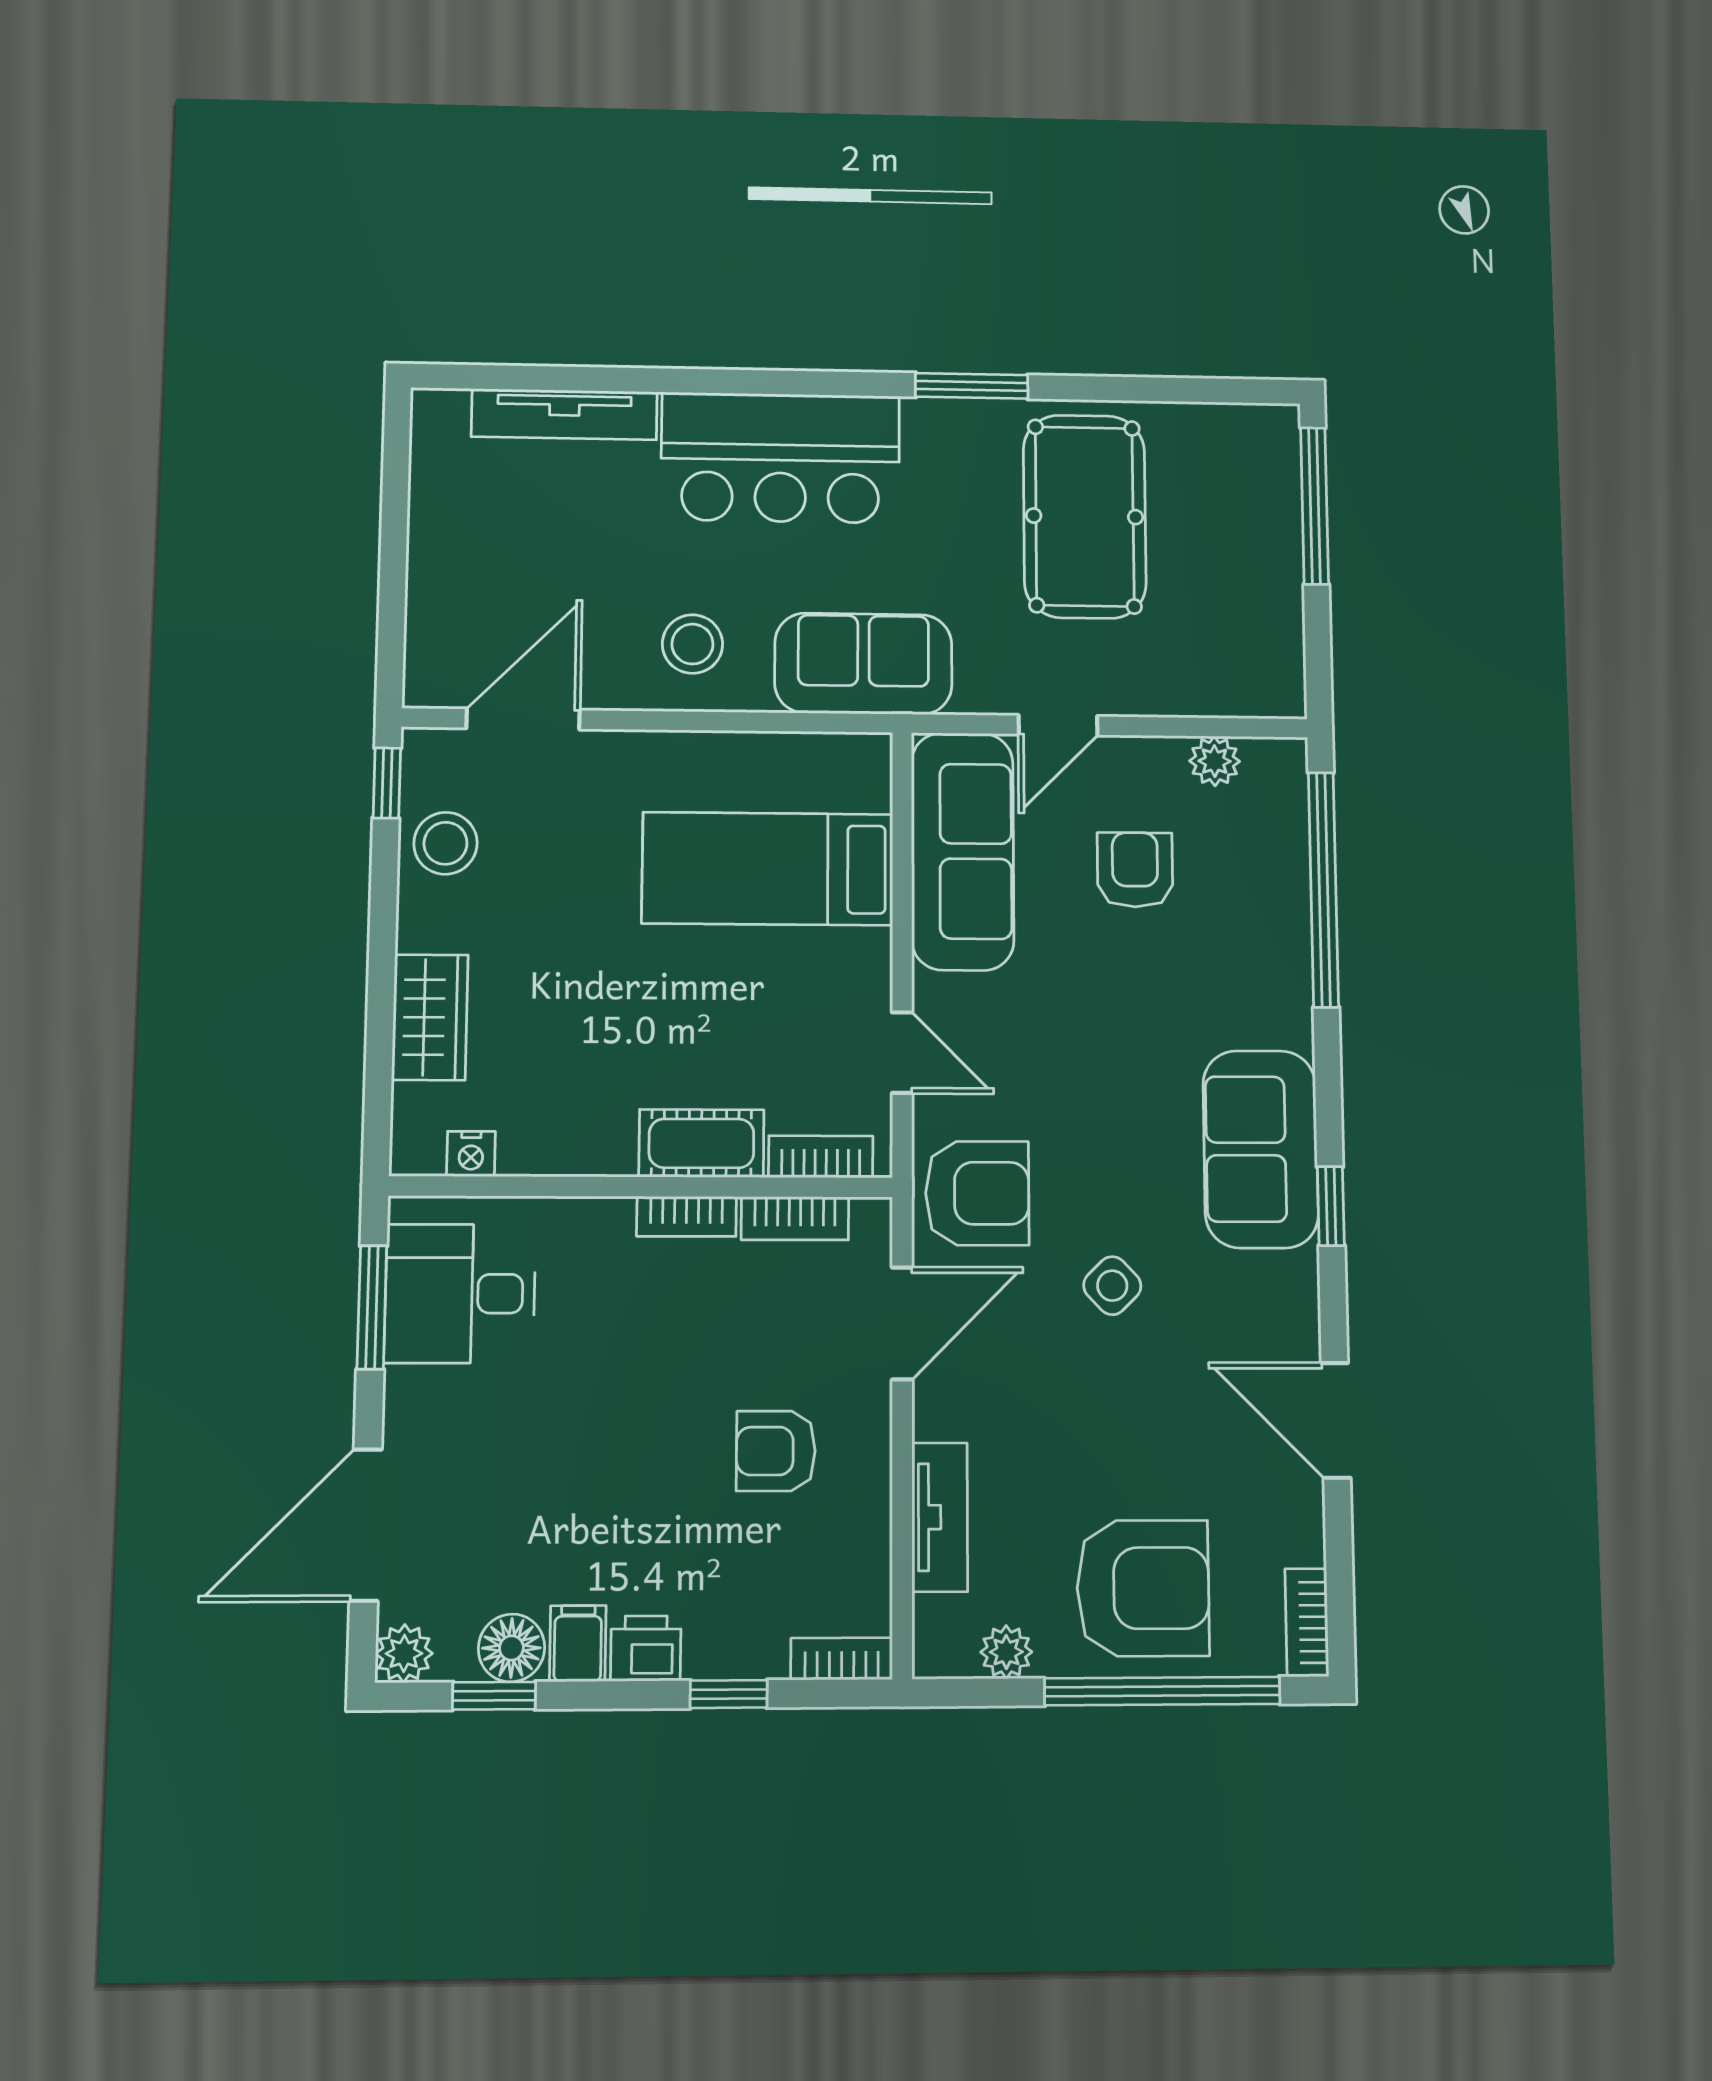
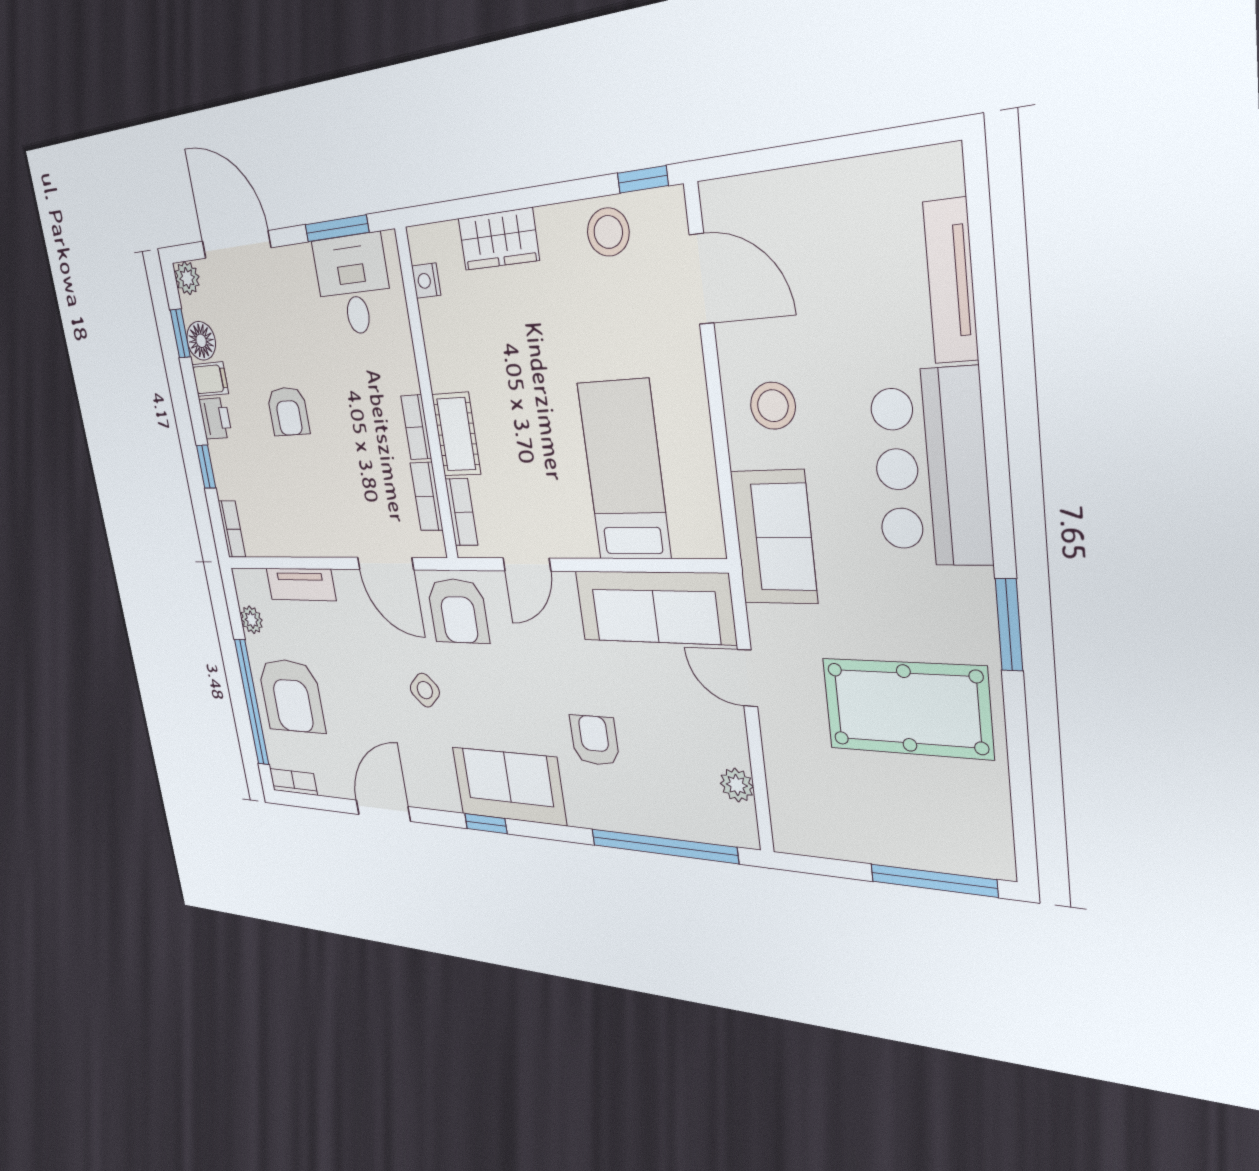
armchair: (1135, 870) -> (594, 740), moved, turned -90
armchair: (776, 1451) -> (288, 411), moved, turned 180

